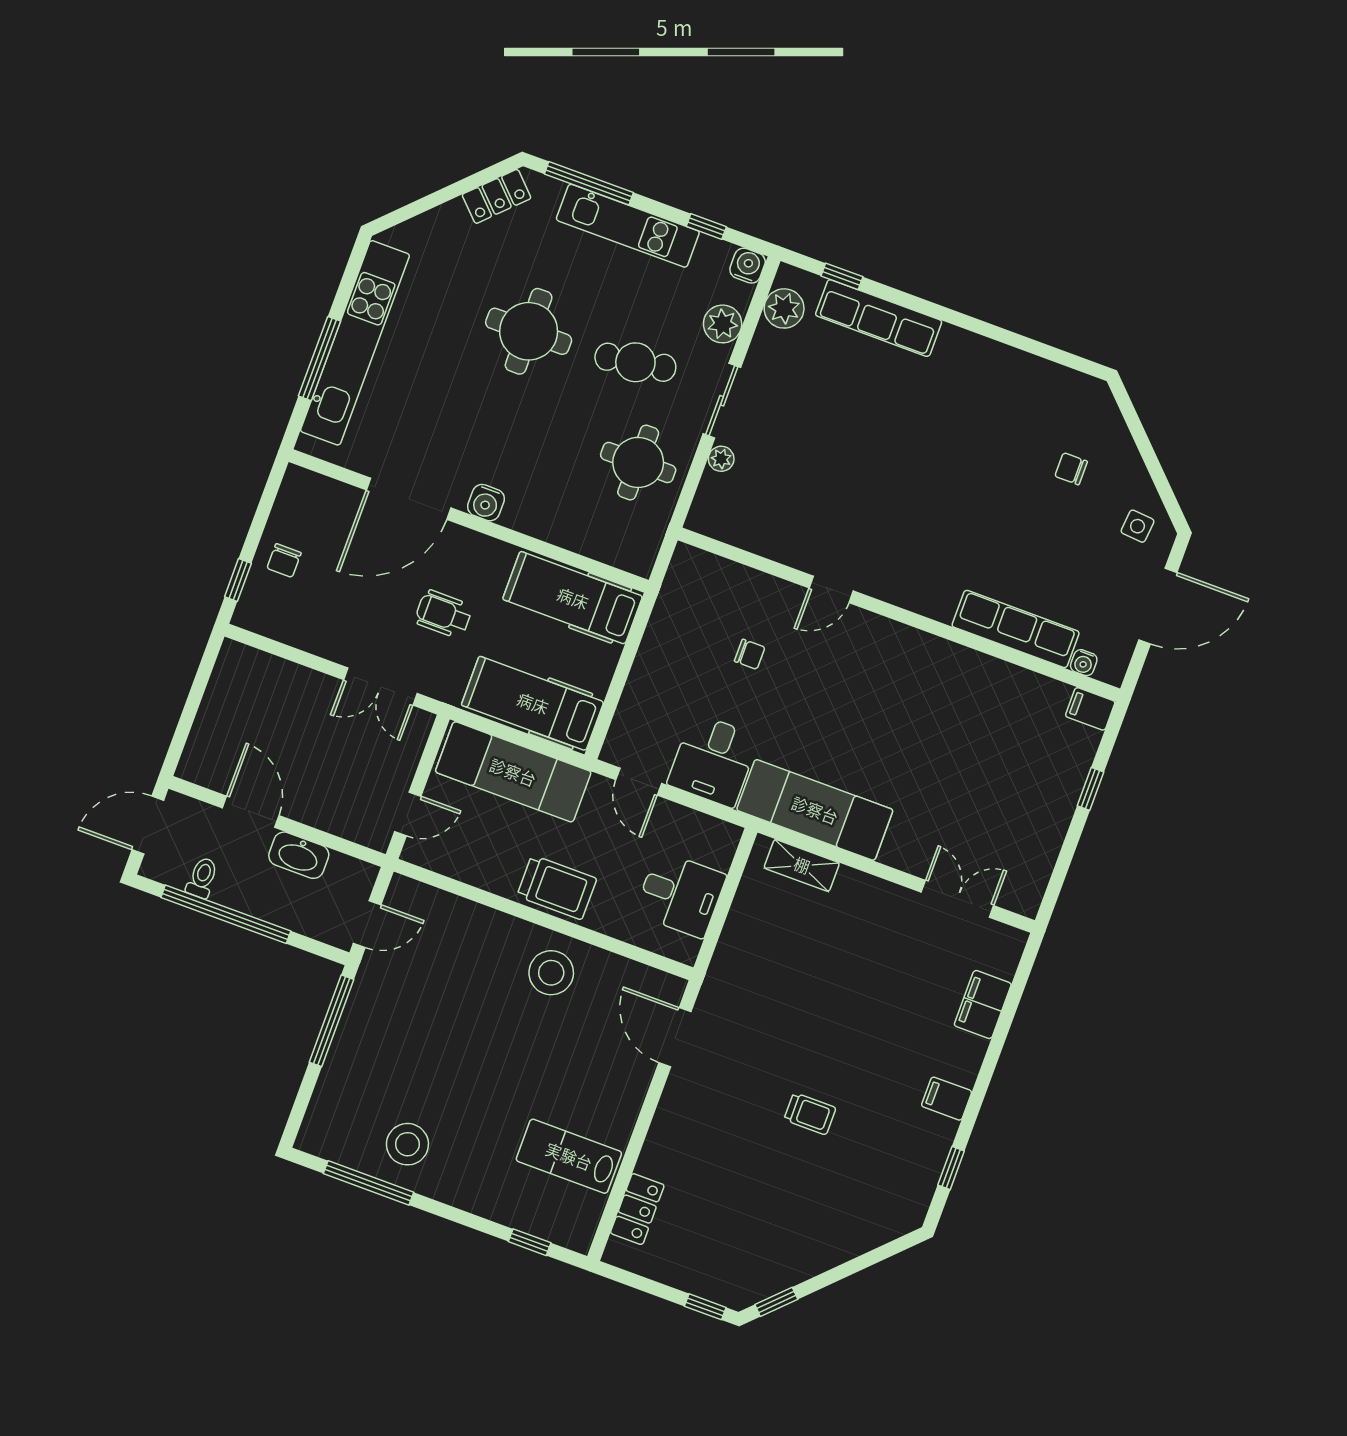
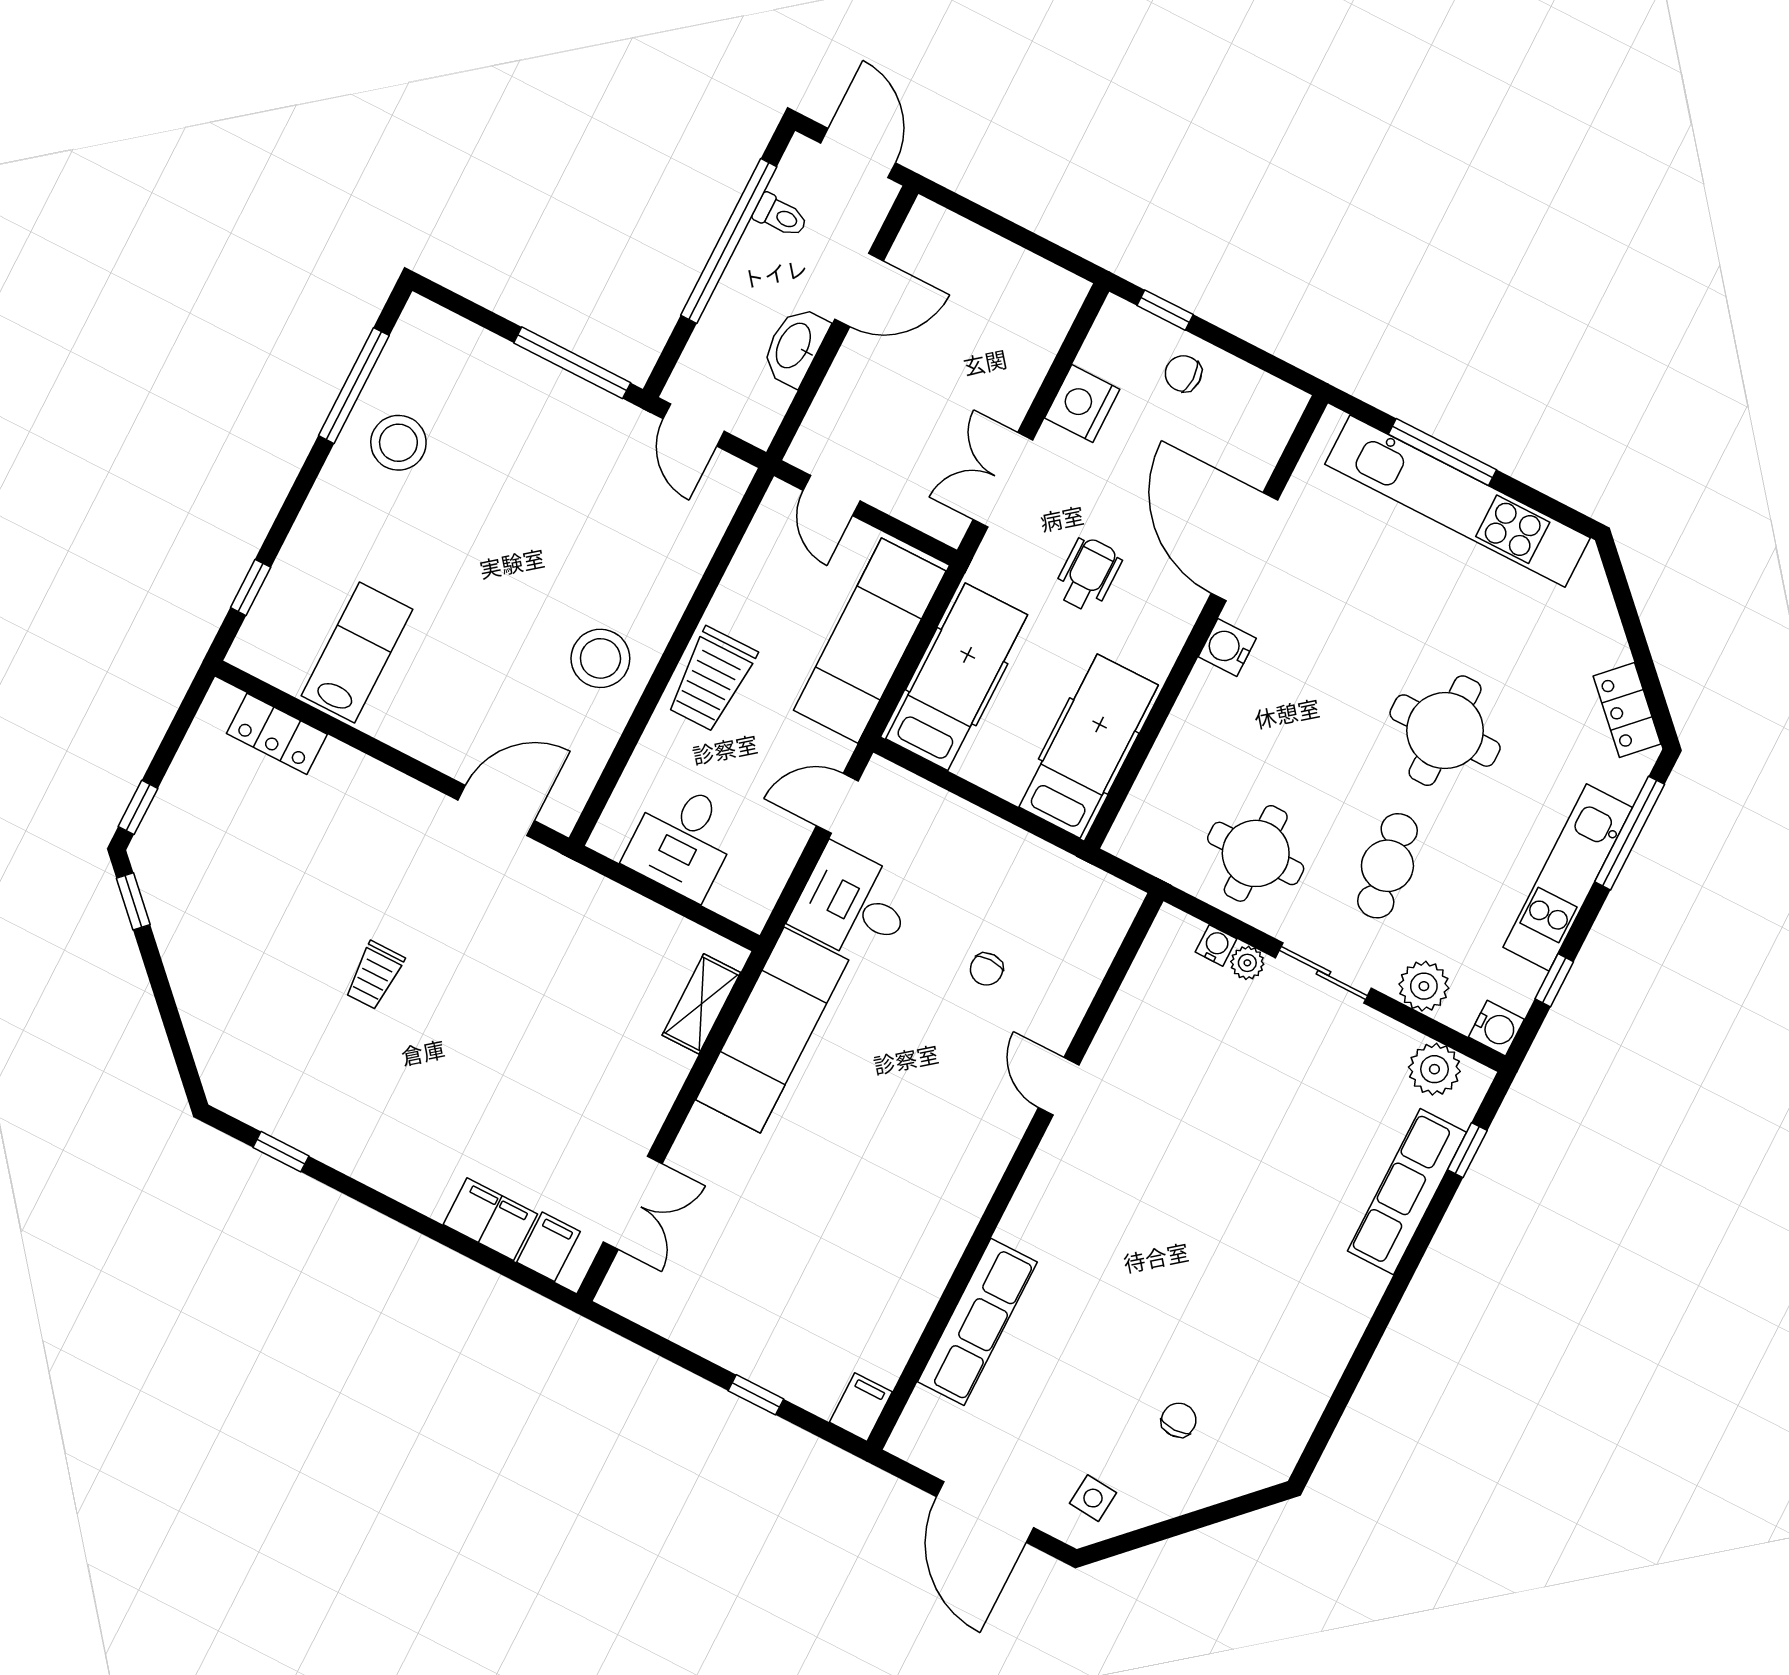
nightstand: (316, 634) -> (1082, 404), added
water cooler: (1084, 663) -> (1216, 945), moved, turned 90
filing cabinet: (947, 1099) -> (548, 1247), moved

